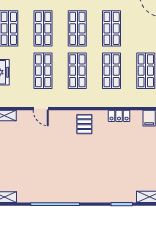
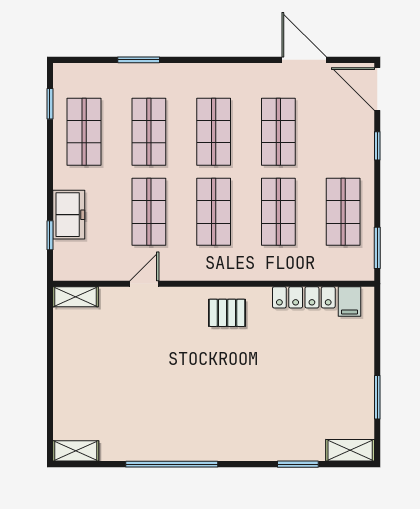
door: (41, 109) -> (144, 284), swing flipped
locker: (119, 116) -> (304, 297), width x1.53
pallet: (84, 124) -> (227, 313), turned 90

